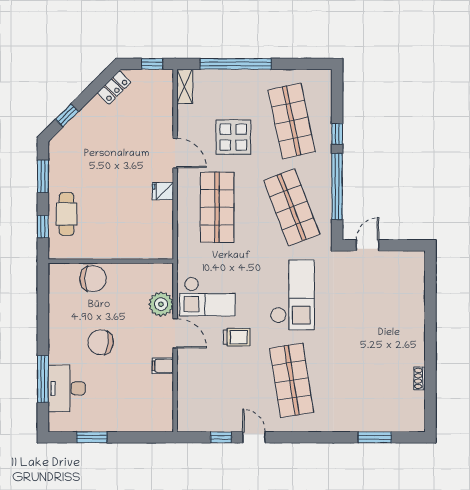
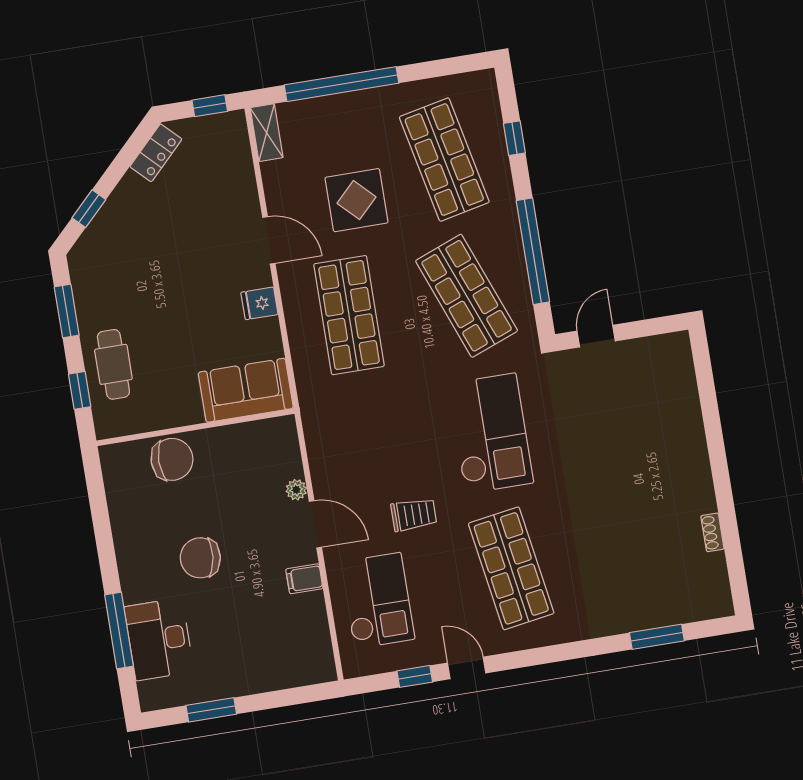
window: (337, 134) -> (514, 138), moved
sofa: (146, 243) -> (246, 390), added
checkout: (207, 296) -> (377, 601), moved, turned -90
plant: (161, 304) -> (296, 490), width x0.53, depth x0.53

